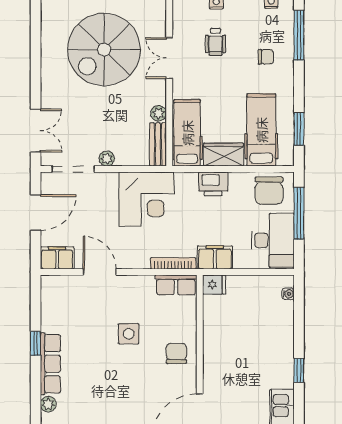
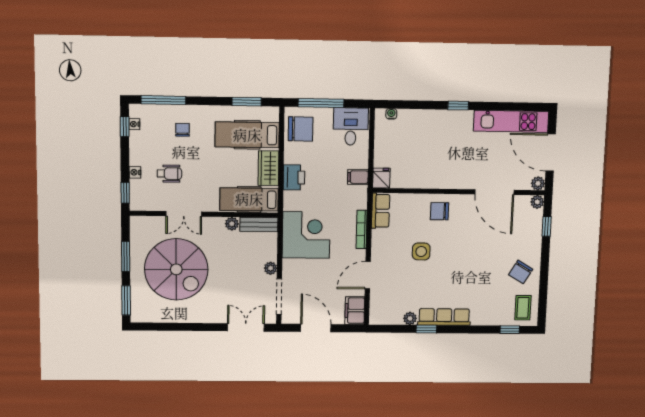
desk: (273, 240) -> (351, 126), width x0.73
filing cabinet: (215, 257) -> (358, 177), width x0.50
bookcase: (173, 263) -> (362, 229), moved
plant: (48, 404) -> (410, 318), moved

